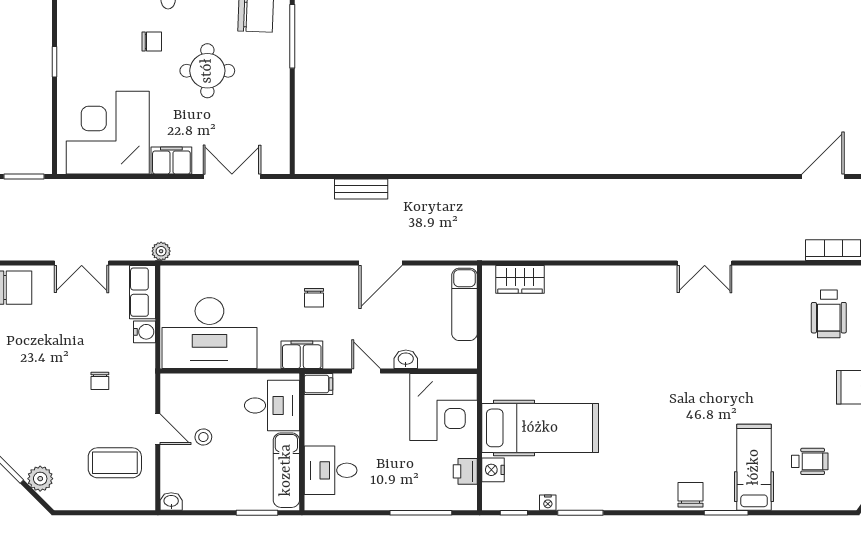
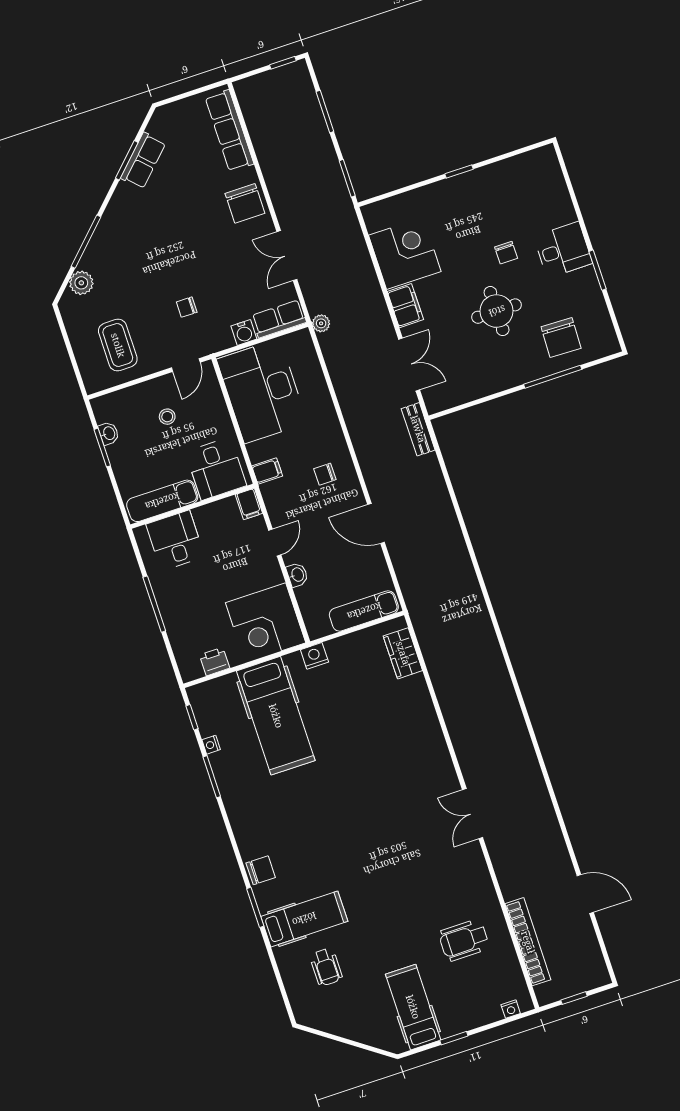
corner desk: (108, 133) -> (405, 253), width x0.74, depth x0.74
bench: (361, 189) -> (418, 429), moved
filing cabinet: (302, 355) -> (267, 471), width x0.50
door: (158, 429) -> (186, 365), moved
nightstand: (493, 470) -> (314, 656), moved
washbasin: (171, 501) -> (109, 433), moved
window: (257, 513) -> (102, 448), moved
window: (421, 513) -> (154, 604), moved

